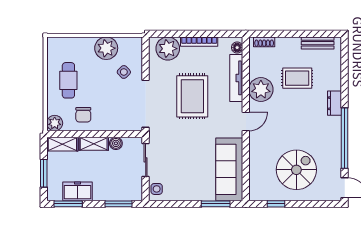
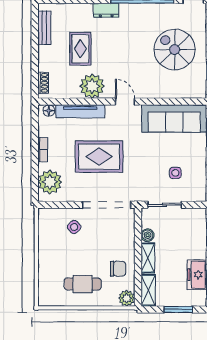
bookcase: (199, 42) -> (43, 150), width x0.64
plant: (106, 48) -> (50, 245), removed
side table: (157, 189) -> (175, 173), moved

